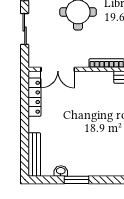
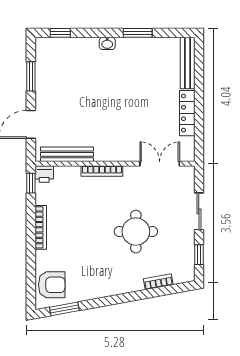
locker: (34, 97) -> (187, 113), moved
washbasin: (61, 171) -> (107, 43), moved

